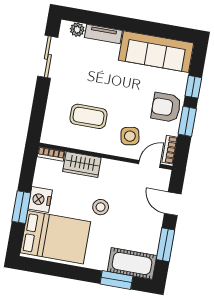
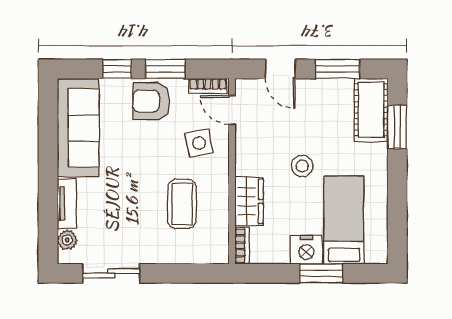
armchair: (166, 107) -> (151, 101), turned 90
door: (173, 204) -> (280, 69), hinge flipped
bed: (55, 237) -> (344, 220), width x0.67

